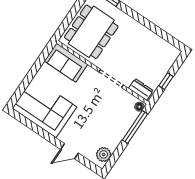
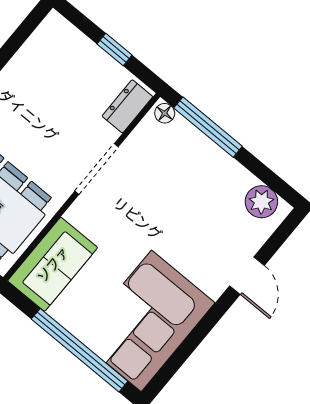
window: (28, 79) -> (80, 350), added

